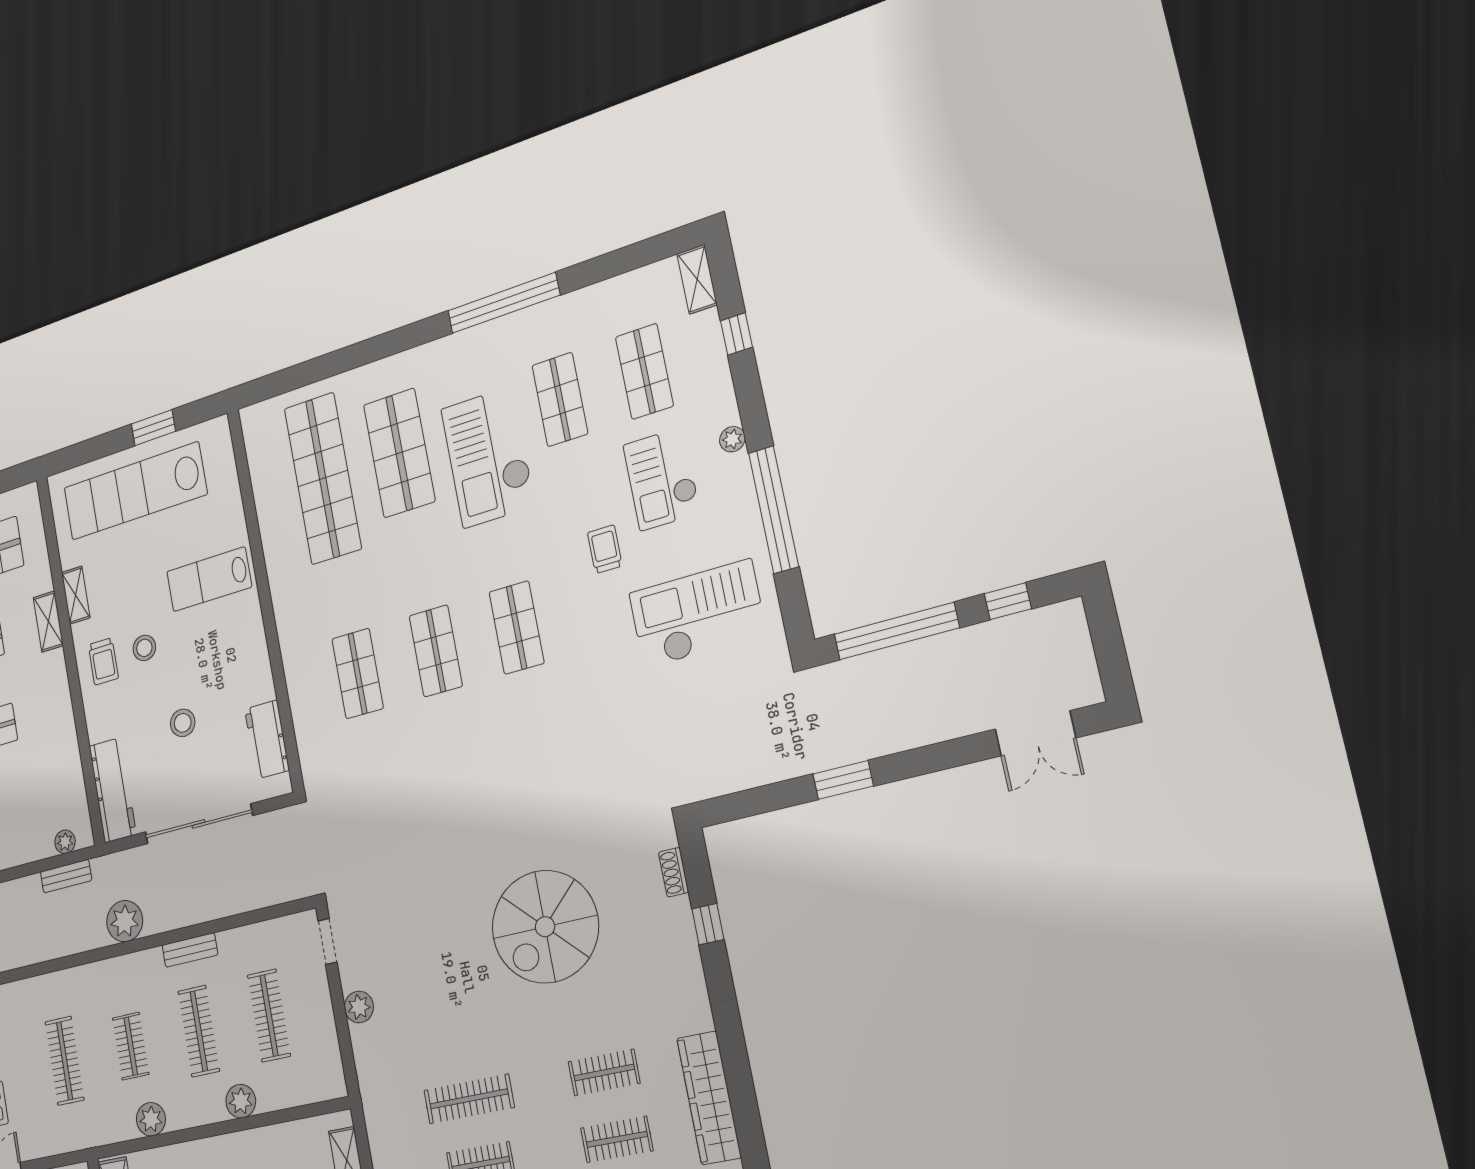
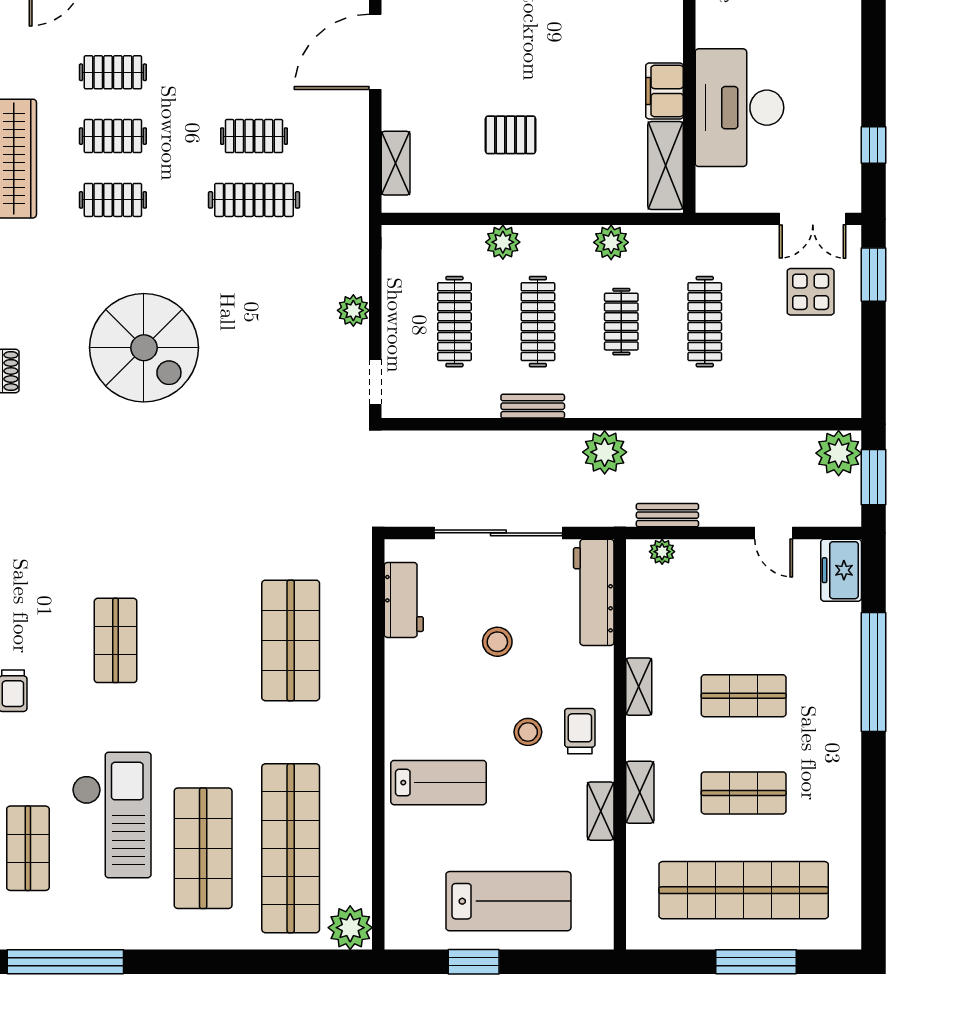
plant: (259, 423) -> (350, 928), added
lab bench: (135, 491) -> (508, 901), width x0.73
shop shelf: (436, 651) -> (203, 640), removed
shop shelf: (358, 673) -> (291, 640), width x1.43, depth x1.36
shelving: (64, 715) -> (639, 687), added
spiral stairs: (545, 927) -> (144, 348), turned 90

